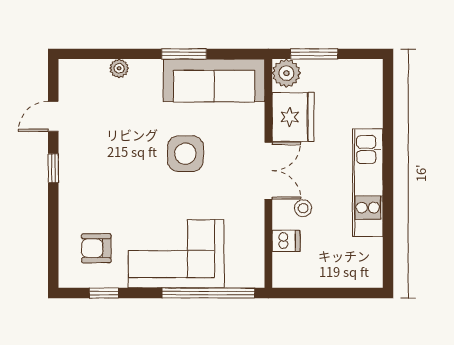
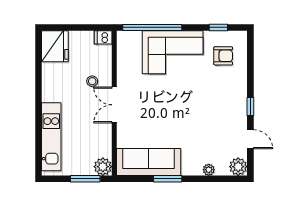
plant: (72, 73) -> (238, 167), added
door: (53, 116) -> (250, 139), hinge flipped
fridge: (293, 117) -> (55, 46), moved, turned 180
side table: (185, 154) -> (167, 116), removed
kitchen unit: (368, 183) -> (51, 137), moved
dishwasher: (286, 241) -> (103, 37), moved

